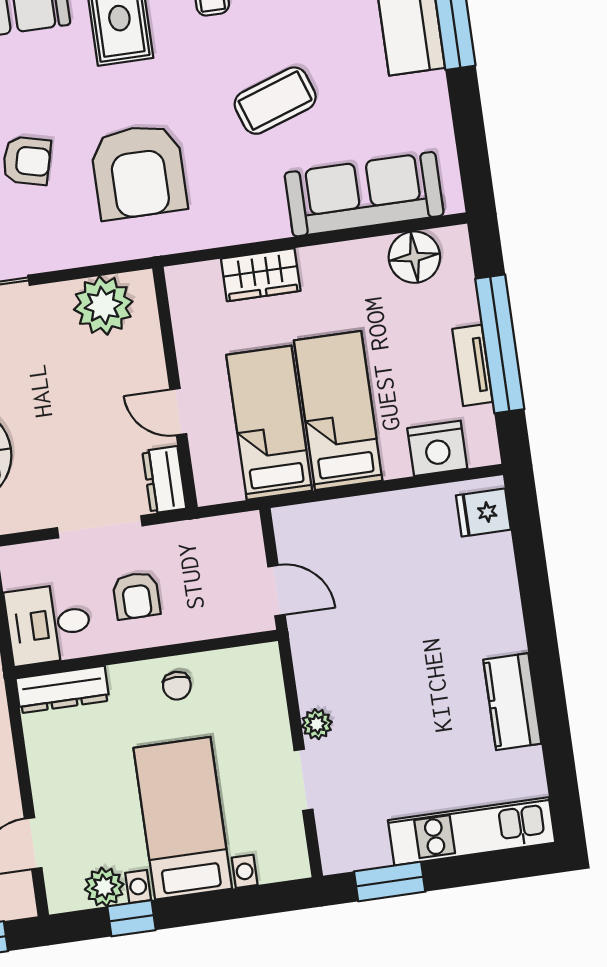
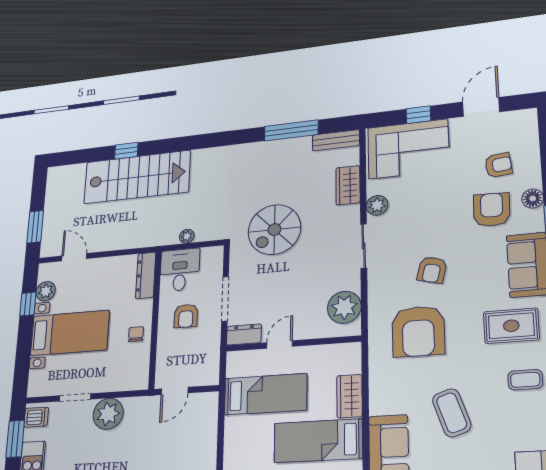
armchair: (139, 172) -> (418, 331), turned -90
bed: (338, 411) -> (318, 441), moved, turned 180
armchair: (136, 596) -> (186, 316), turned -90
chair: (177, 686) -> (136, 334), turned 90
plant: (317, 724) -> (108, 414), width x1.87, depth x1.87
dishwasher: (346, 849) -> (36, 417), added

